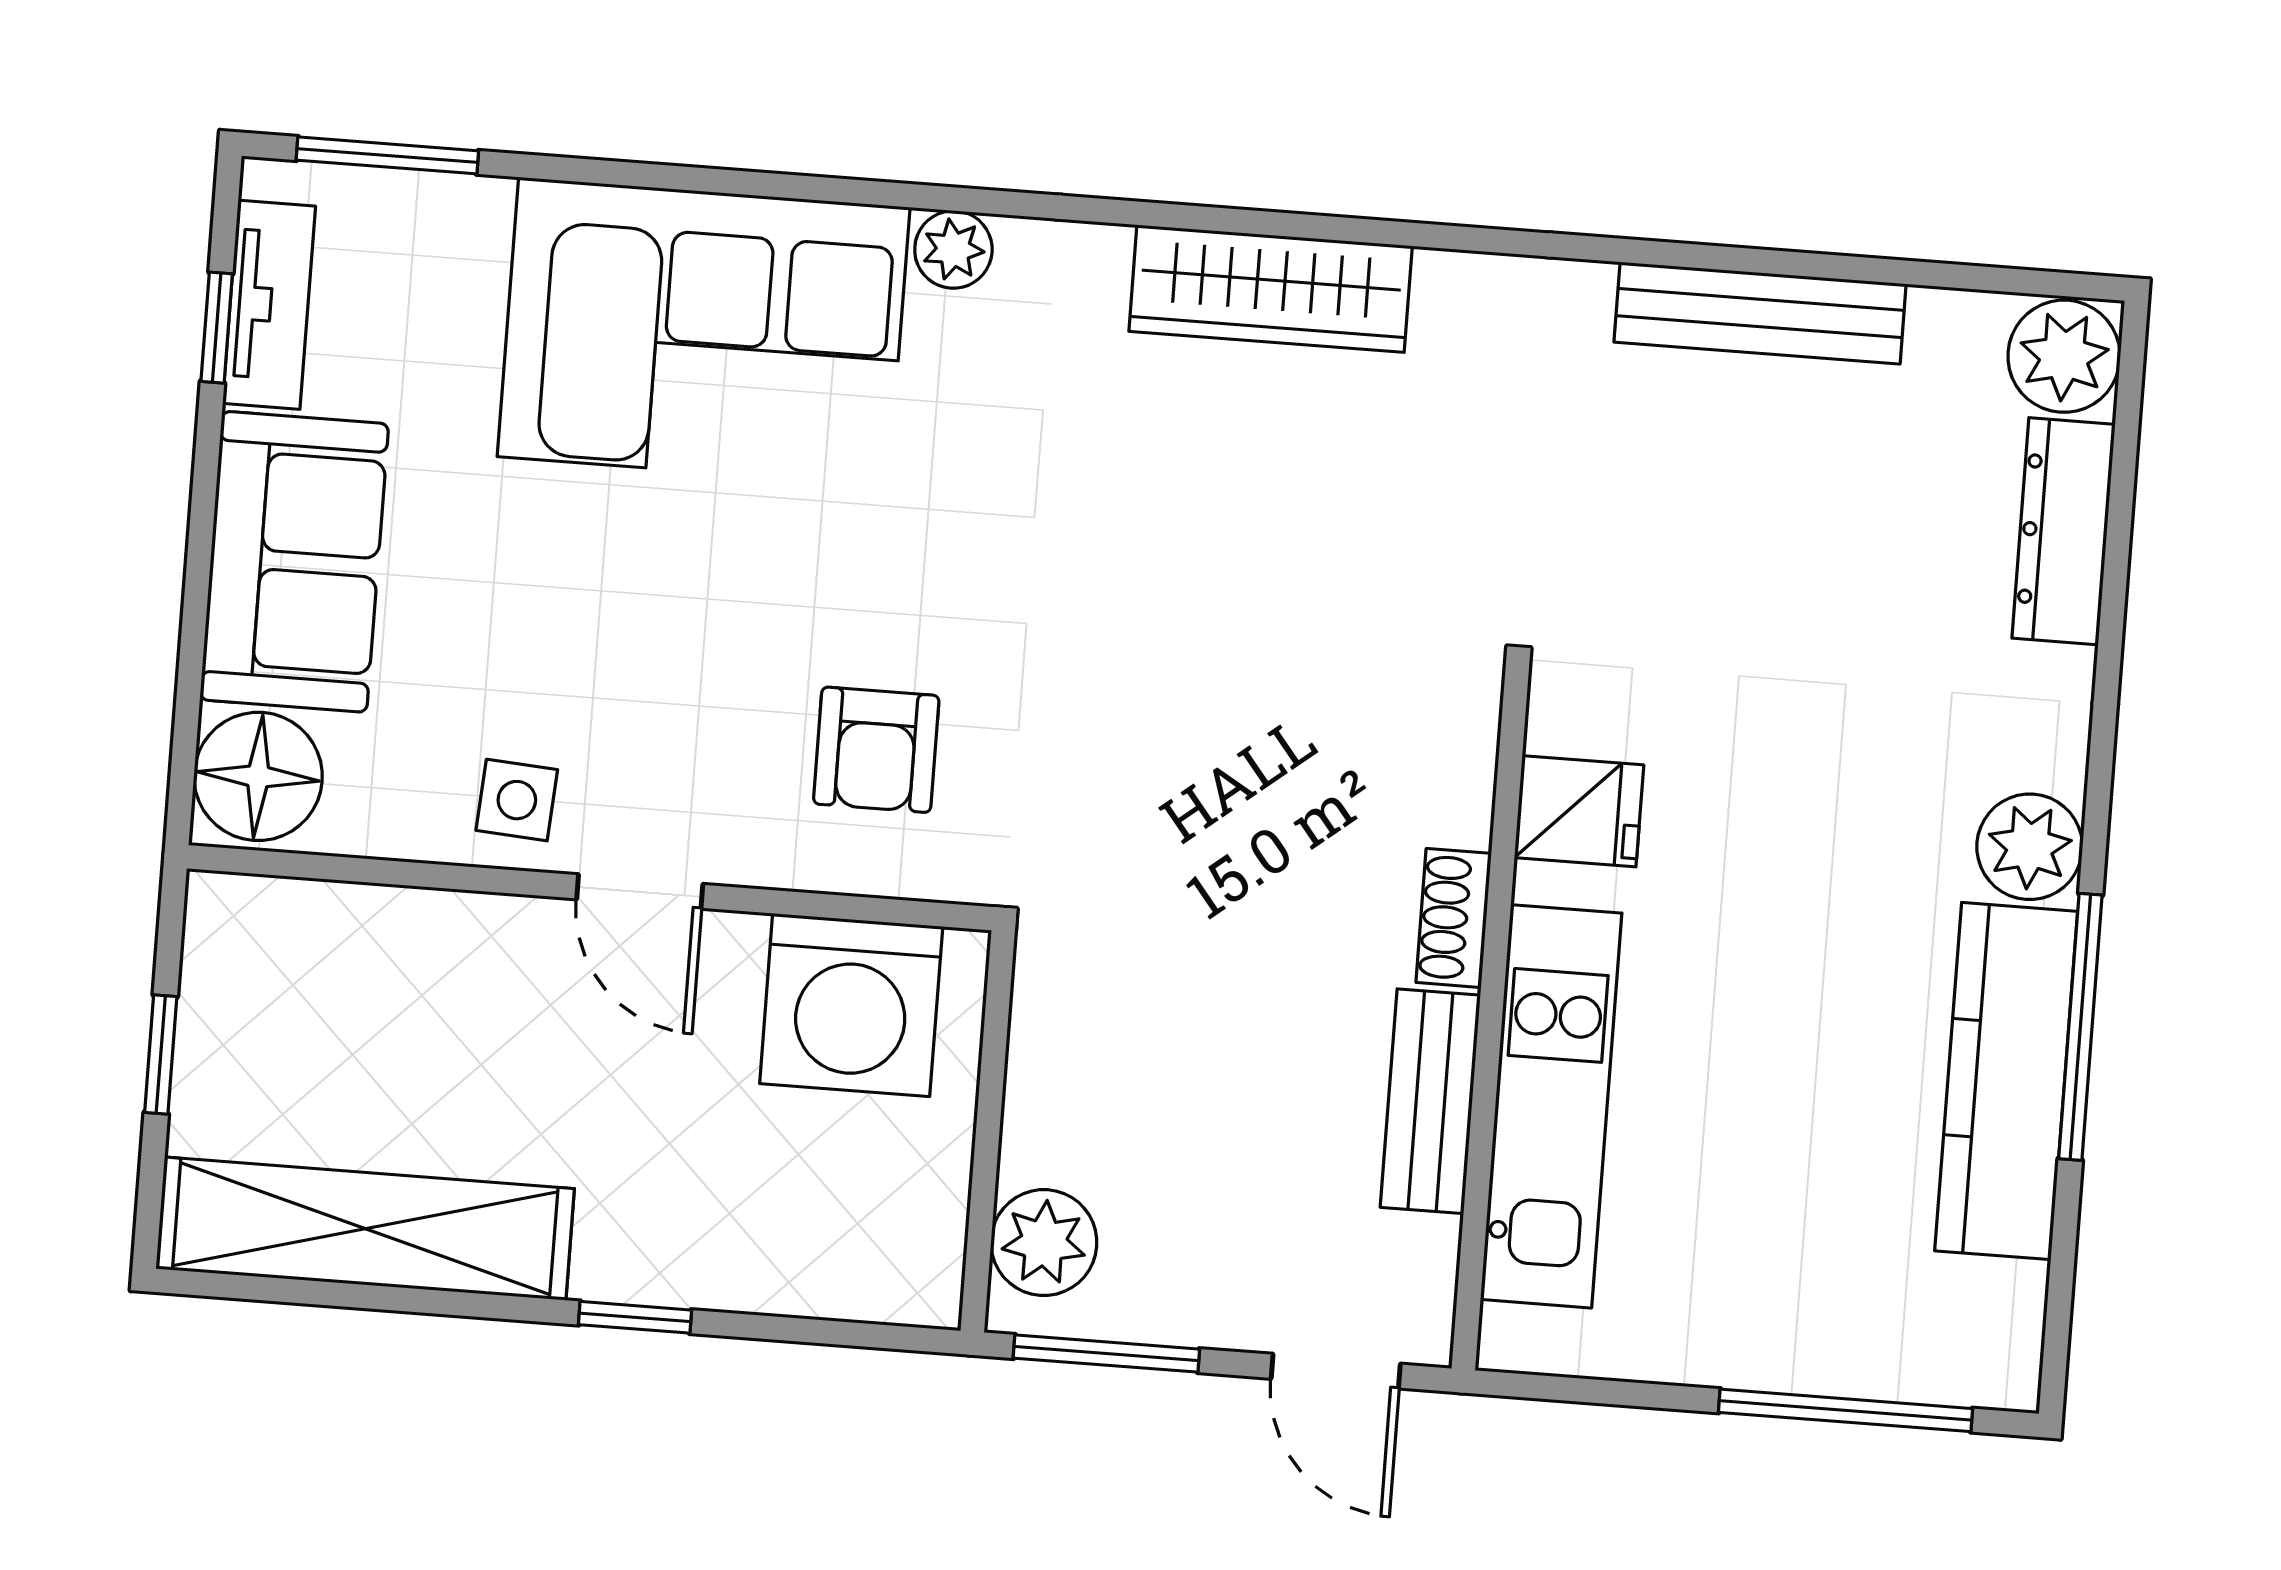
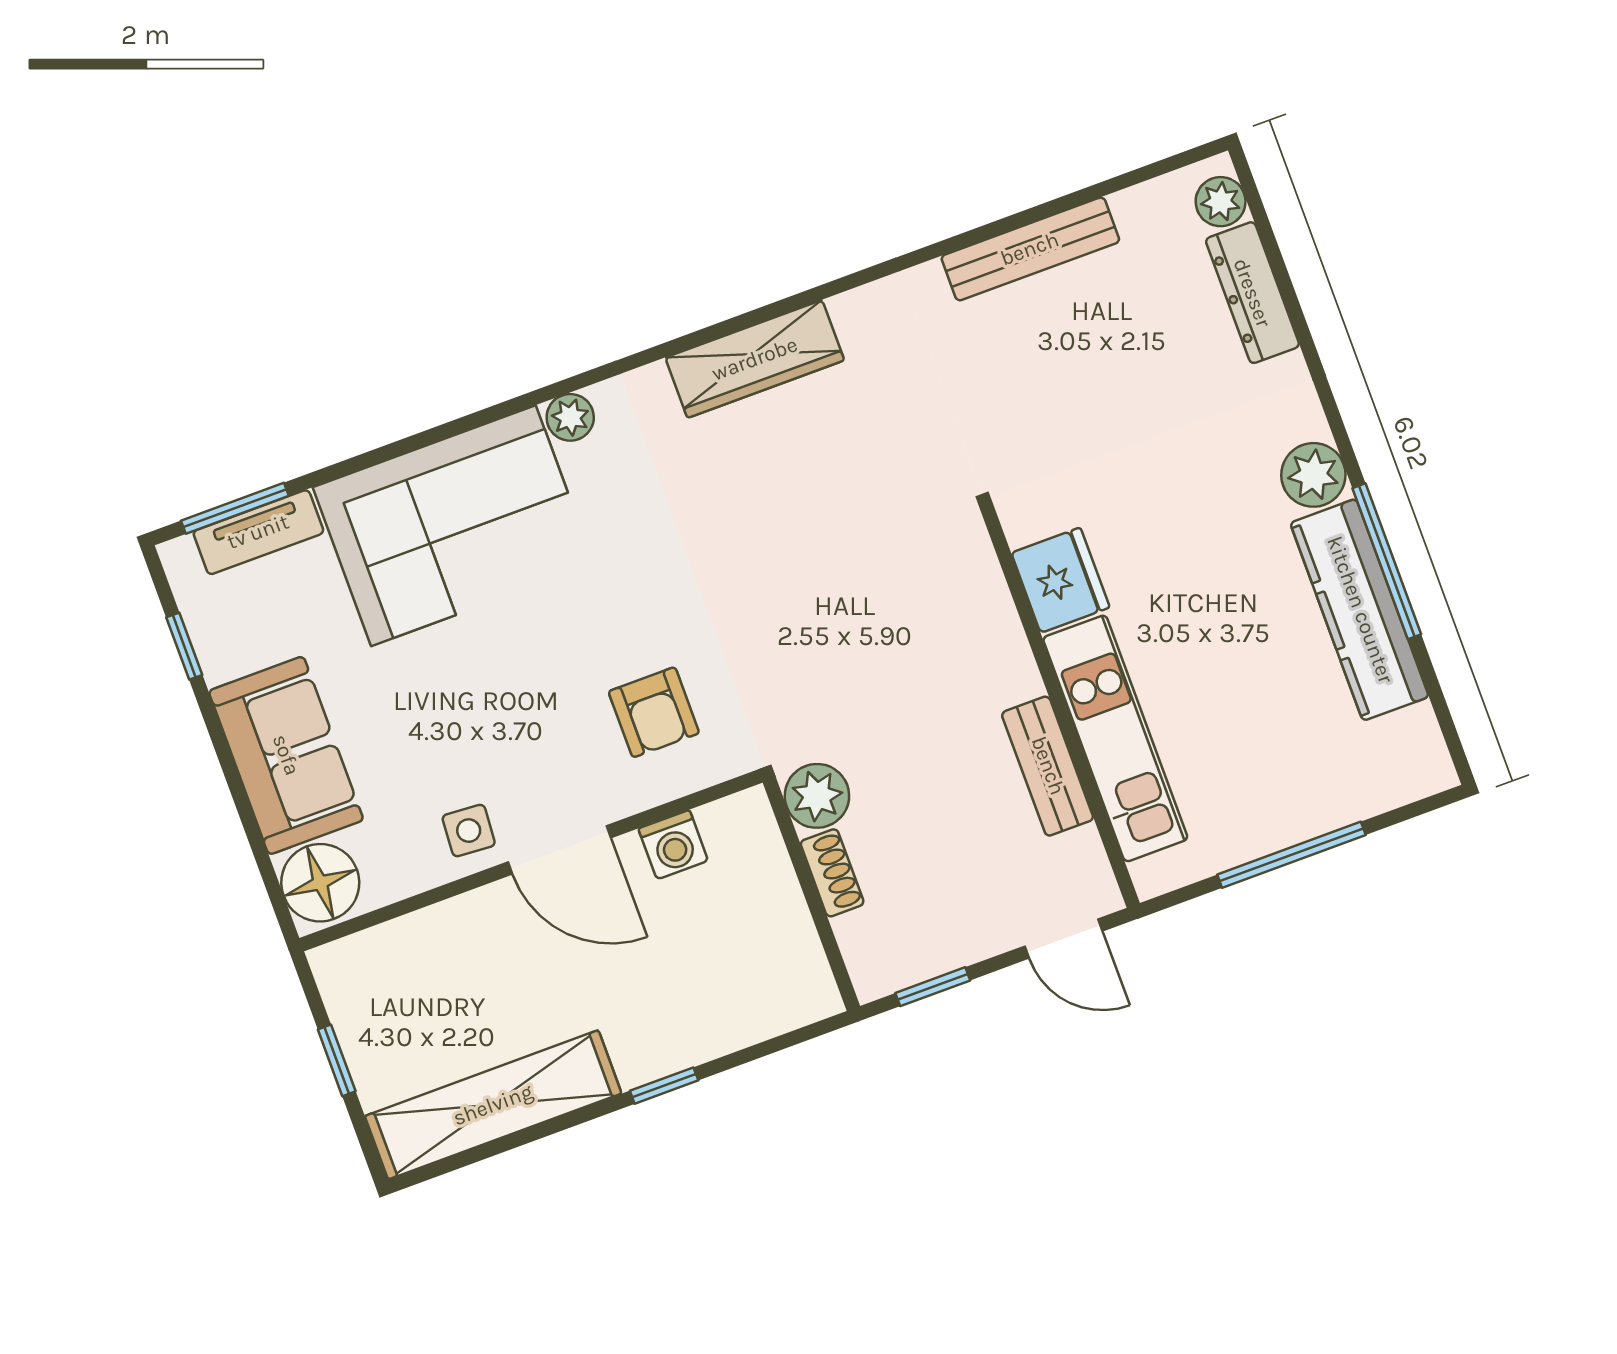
tv unit: (269, 305) -> (258, 532), moved, turned 90
plant: (2064, 356) -> (1221, 202), width x0.73, depth x0.73
fridge: (1579, 811) -> (1060, 580), width x1.38
door: (640, 892) -> (559, 850), width x1.38
shoe rack: (1454, 918) -> (832, 873), moved, turned 180
washing machine: (851, 1005) -> (673, 845), width x0.53, depth x0.53
plant: (1044, 1243) -> (817, 796), moved
window: (1106, 1354) -> (933, 987), width x0.67
window: (1846, 1410) -> (1291, 855), moved

